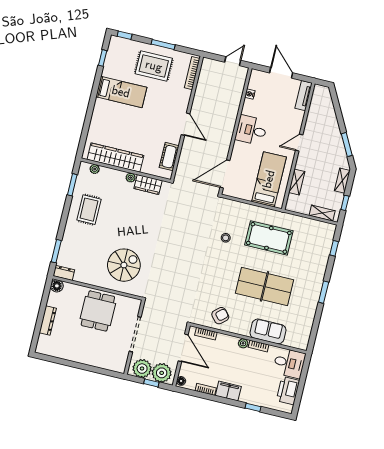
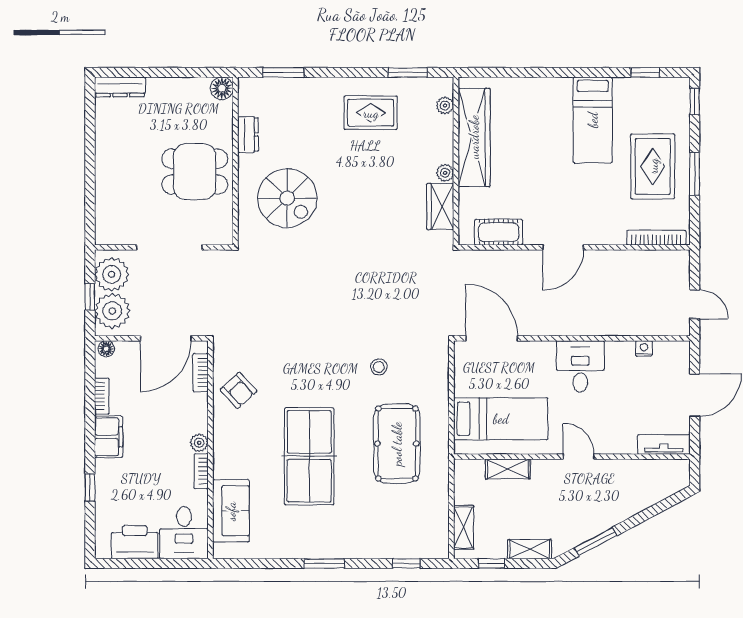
dresser: (64, 273) -> (248, 135), moved
dresser: (48, 320) -> (120, 87), moved
sofa: (268, 331) -> (231, 511), moved

